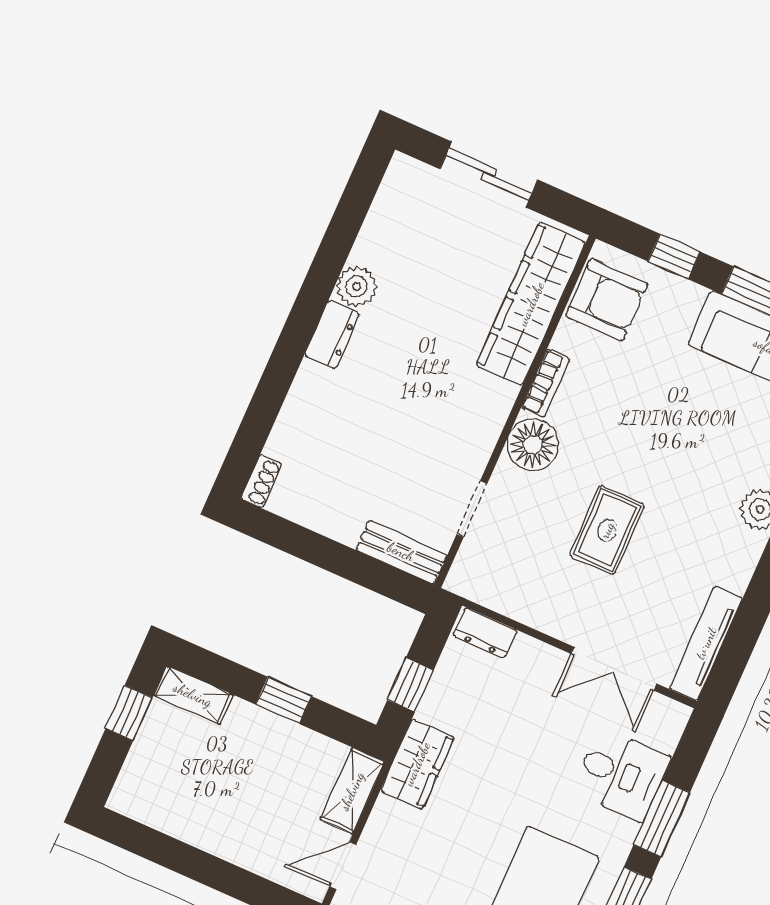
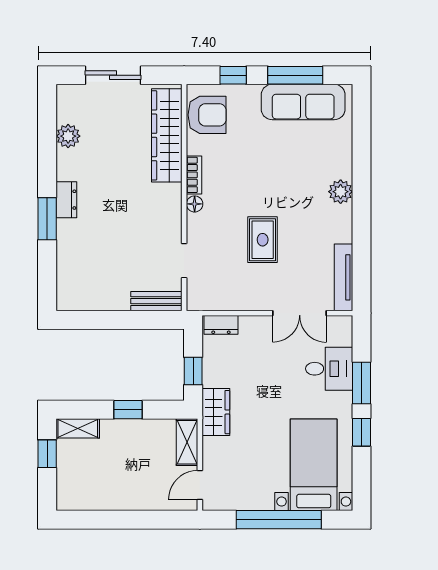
plant: (357, 286) -> (68, 136), moved
window: (289, 351) -> (47, 219), added
floor lamp: (533, 445) -> (195, 204), width x0.53, depth x0.53
shoe rack: (261, 481) -> (63, 296), removed

